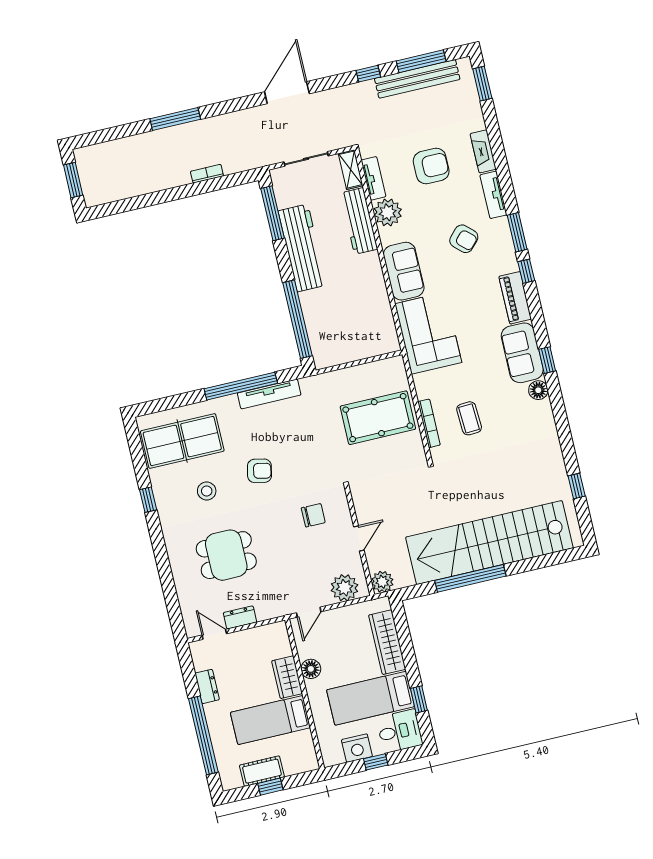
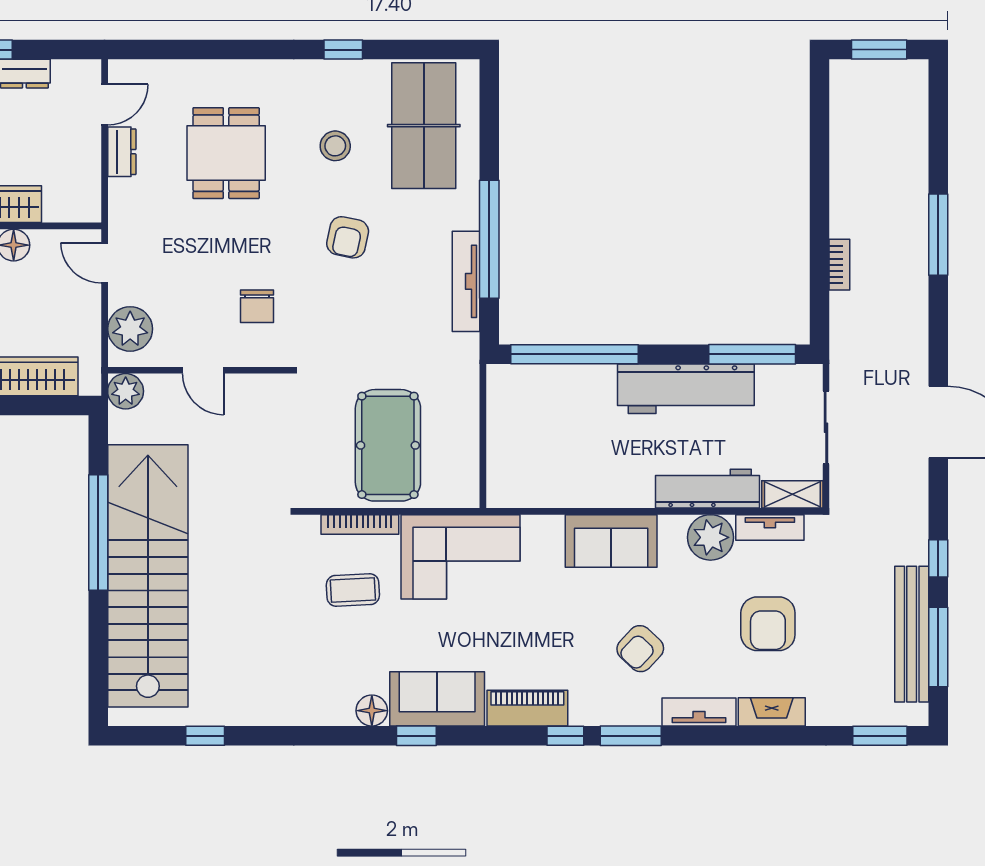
corner sofa: (428, 333) -> (461, 557), moved

